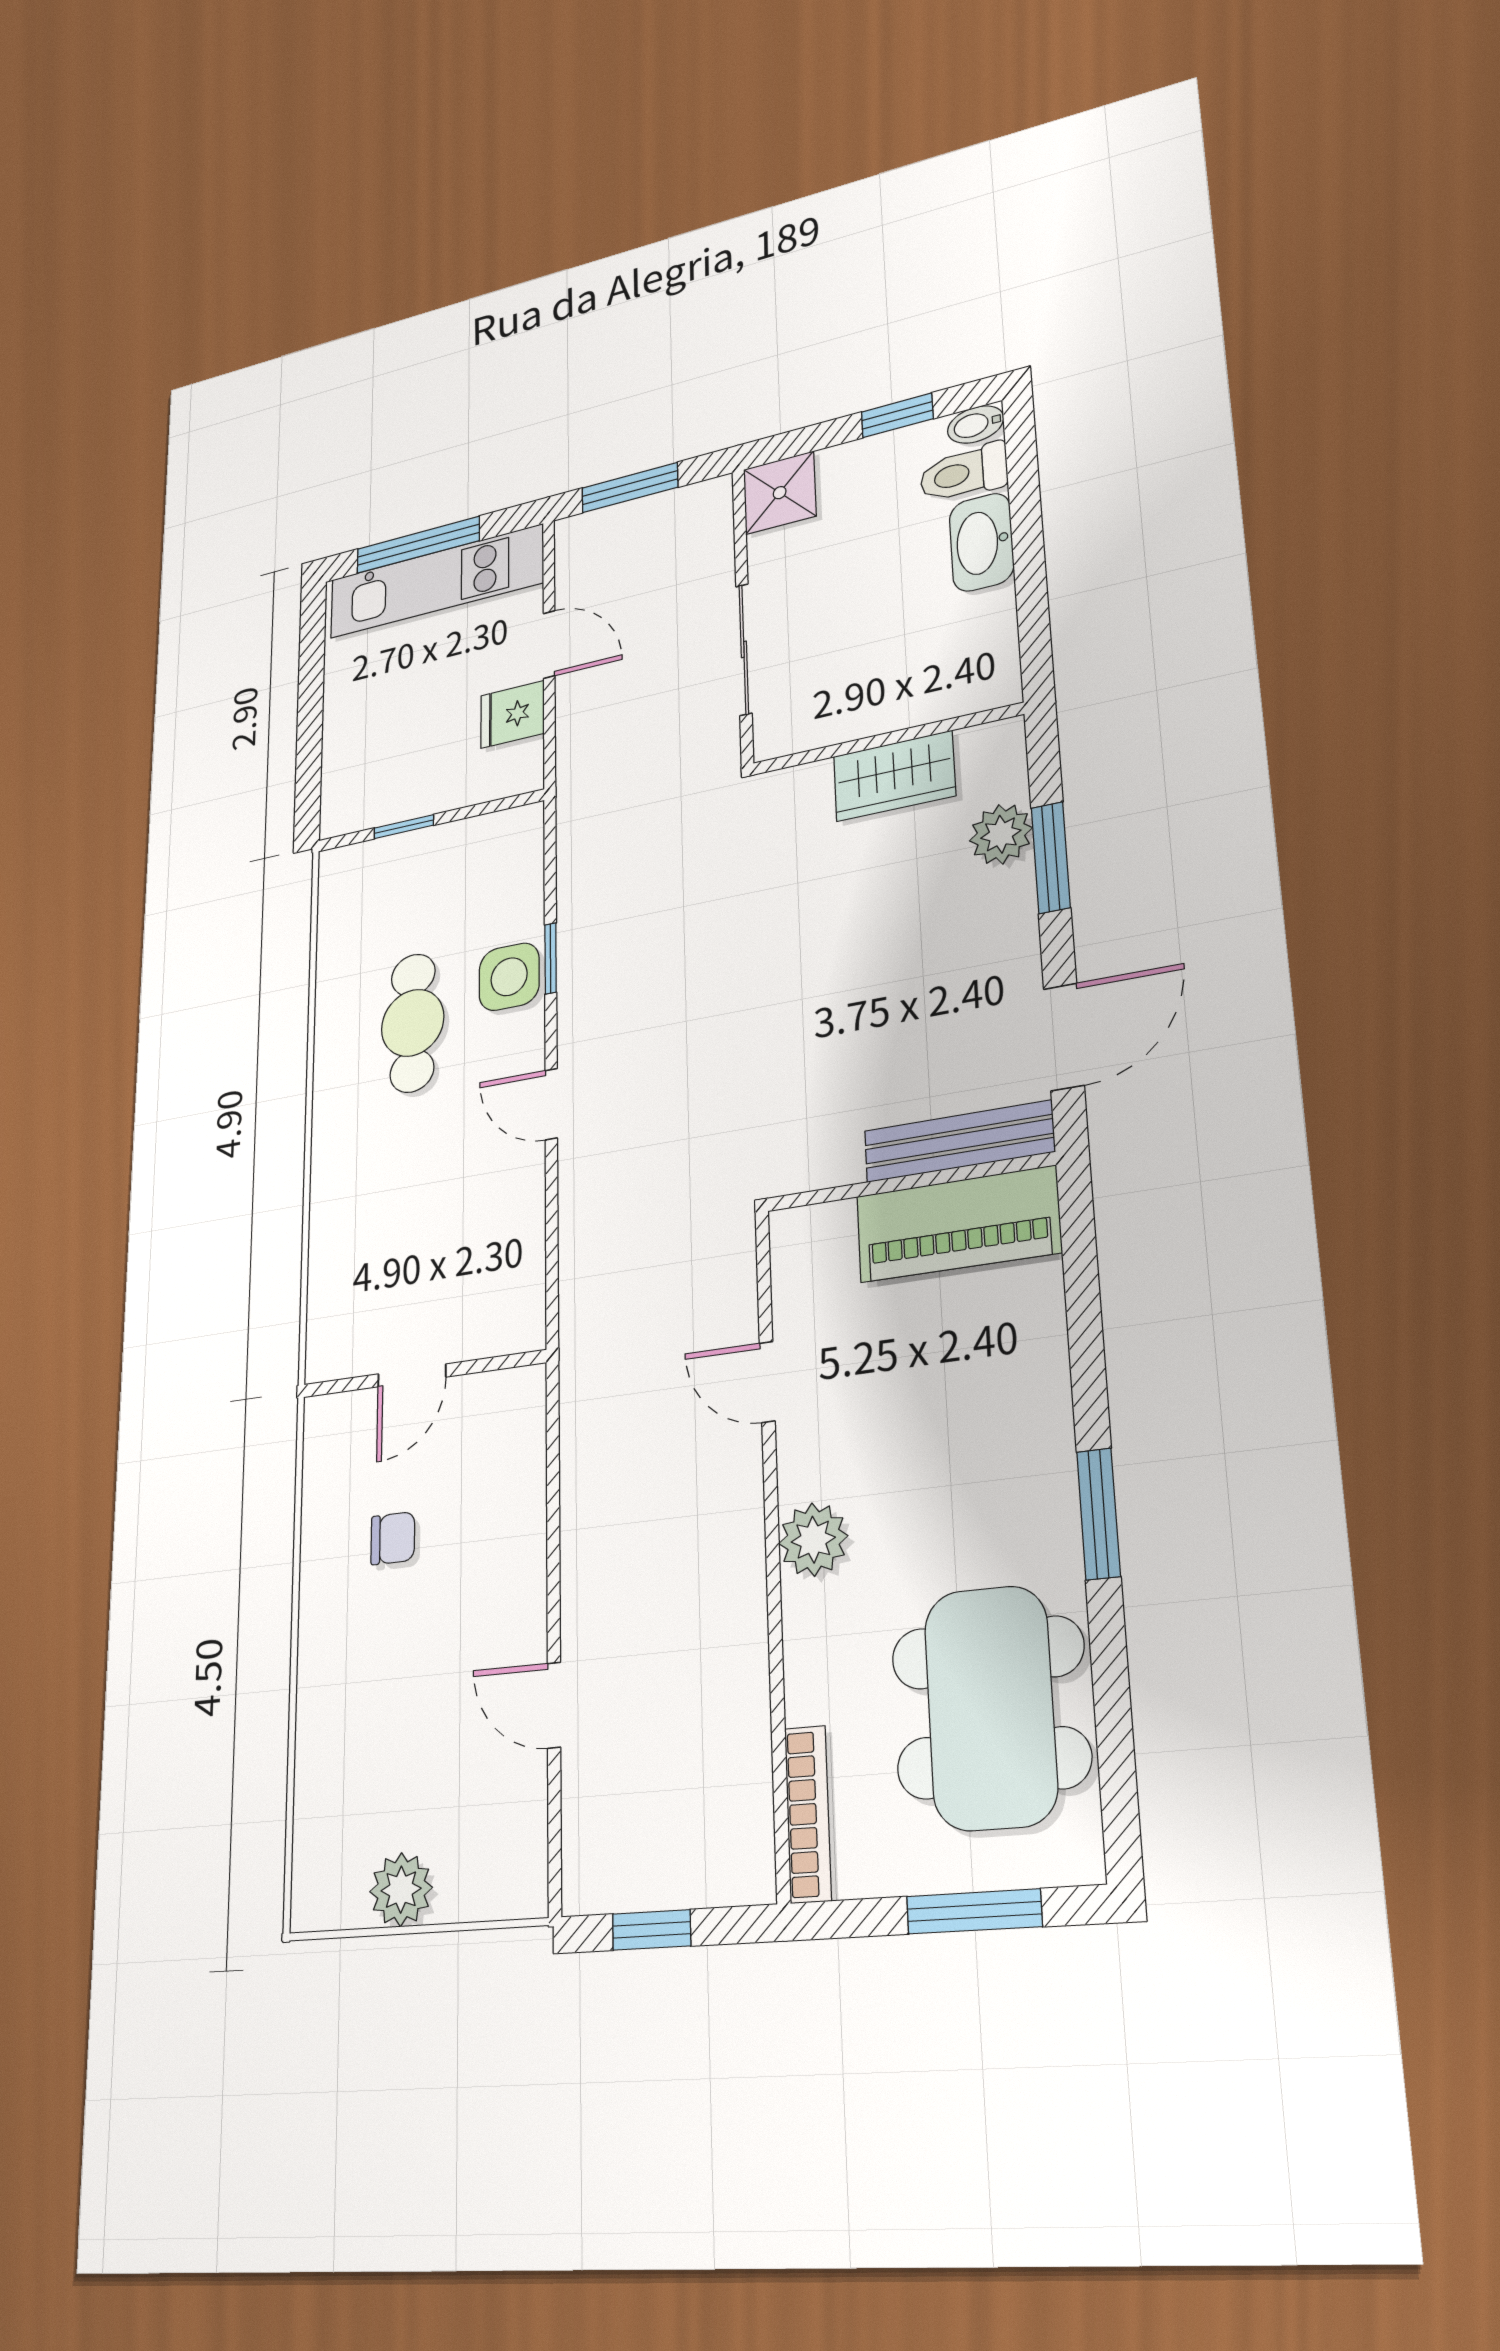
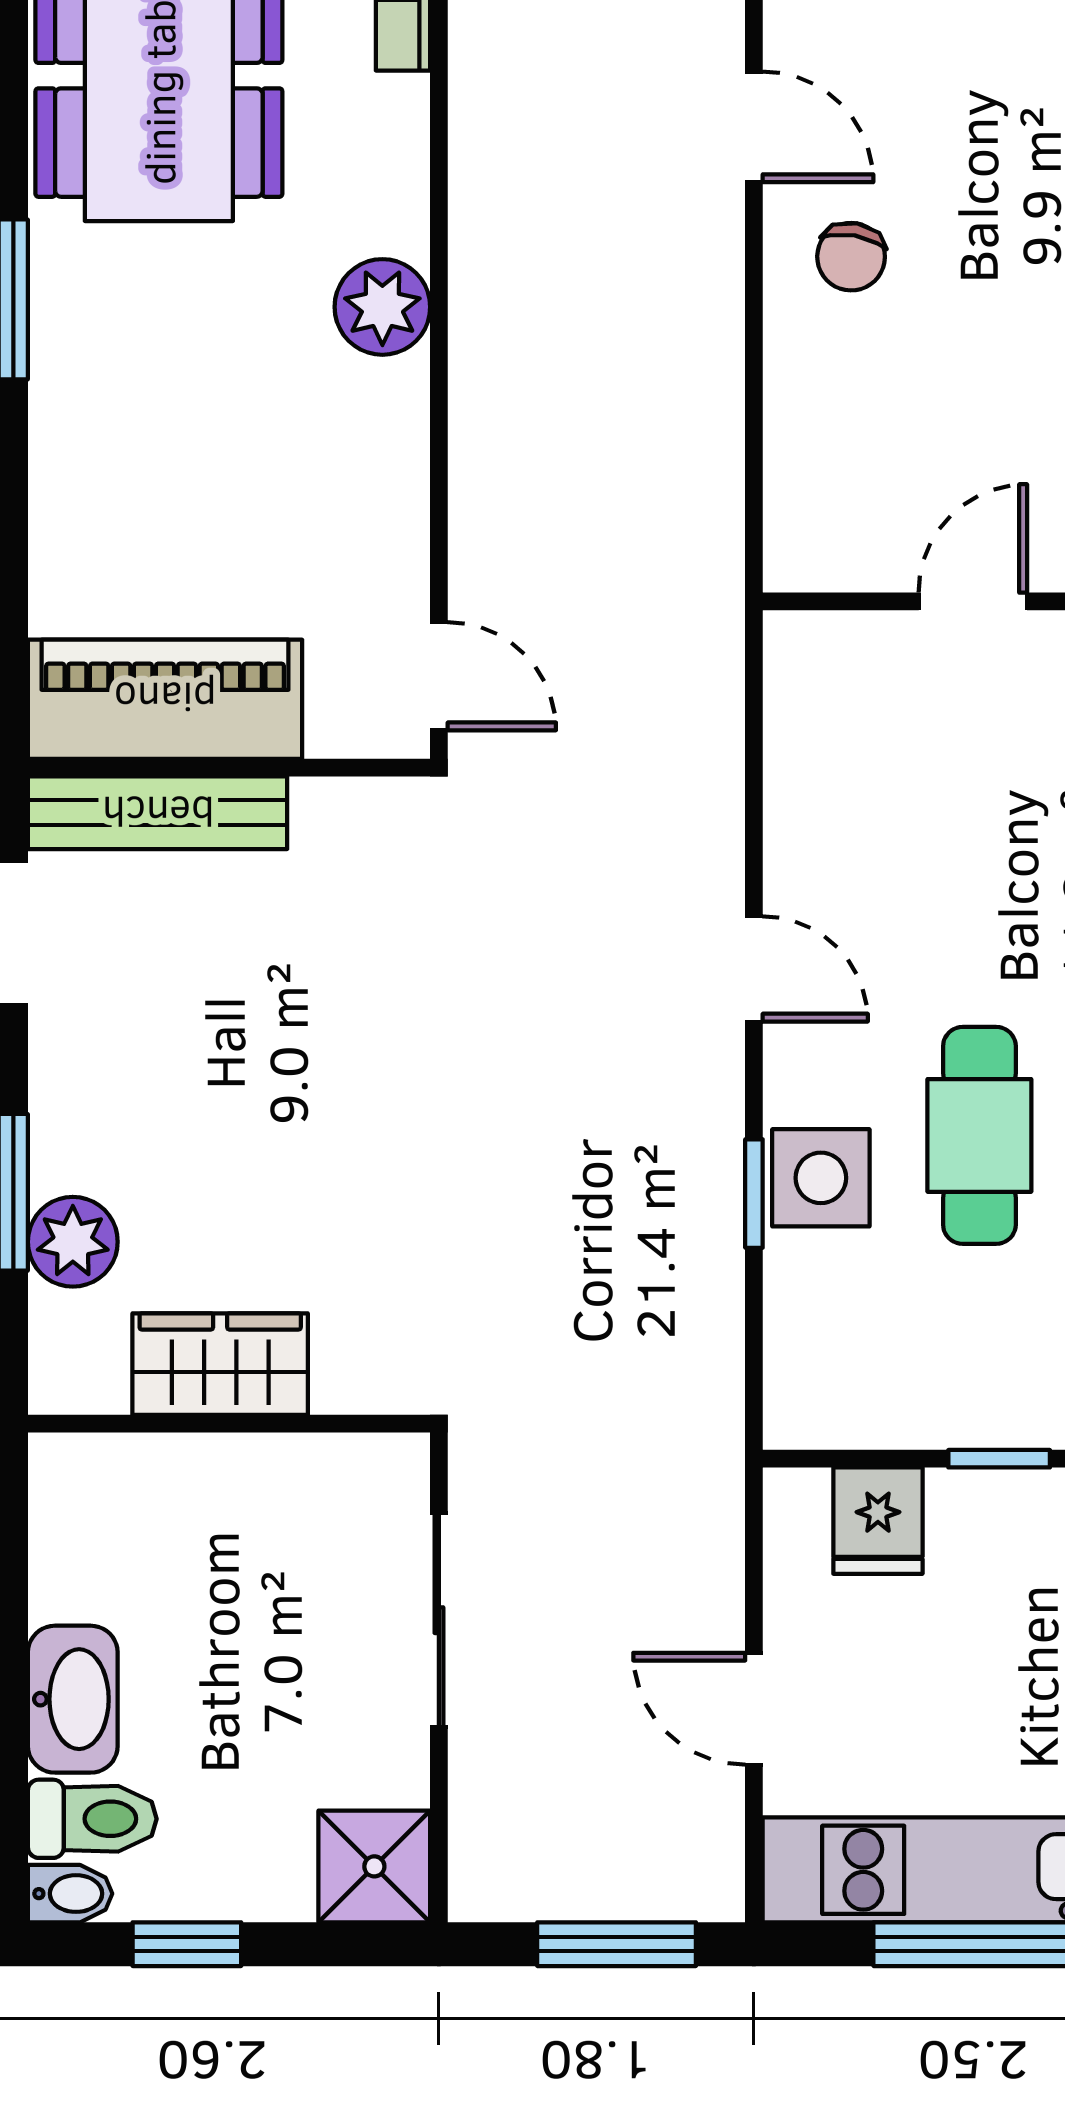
fridge: (512, 714) -> (878, 1521), moved, turned 90
door: (767, 1382) -> (439, 676), moved
chair: (393, 1538) -> (851, 257), moved, turned -80

